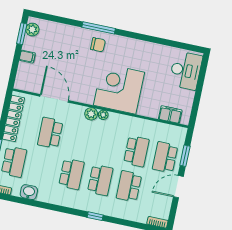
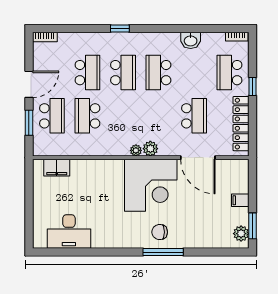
desk: (186, 71) -> (69, 232), moved, turned -90
corner desk: (119, 89) -> (151, 185), moved
school desk: (100, 180) -> (123, 73), turned 180
washbasin: (29, 192) -> (191, 40), moved

